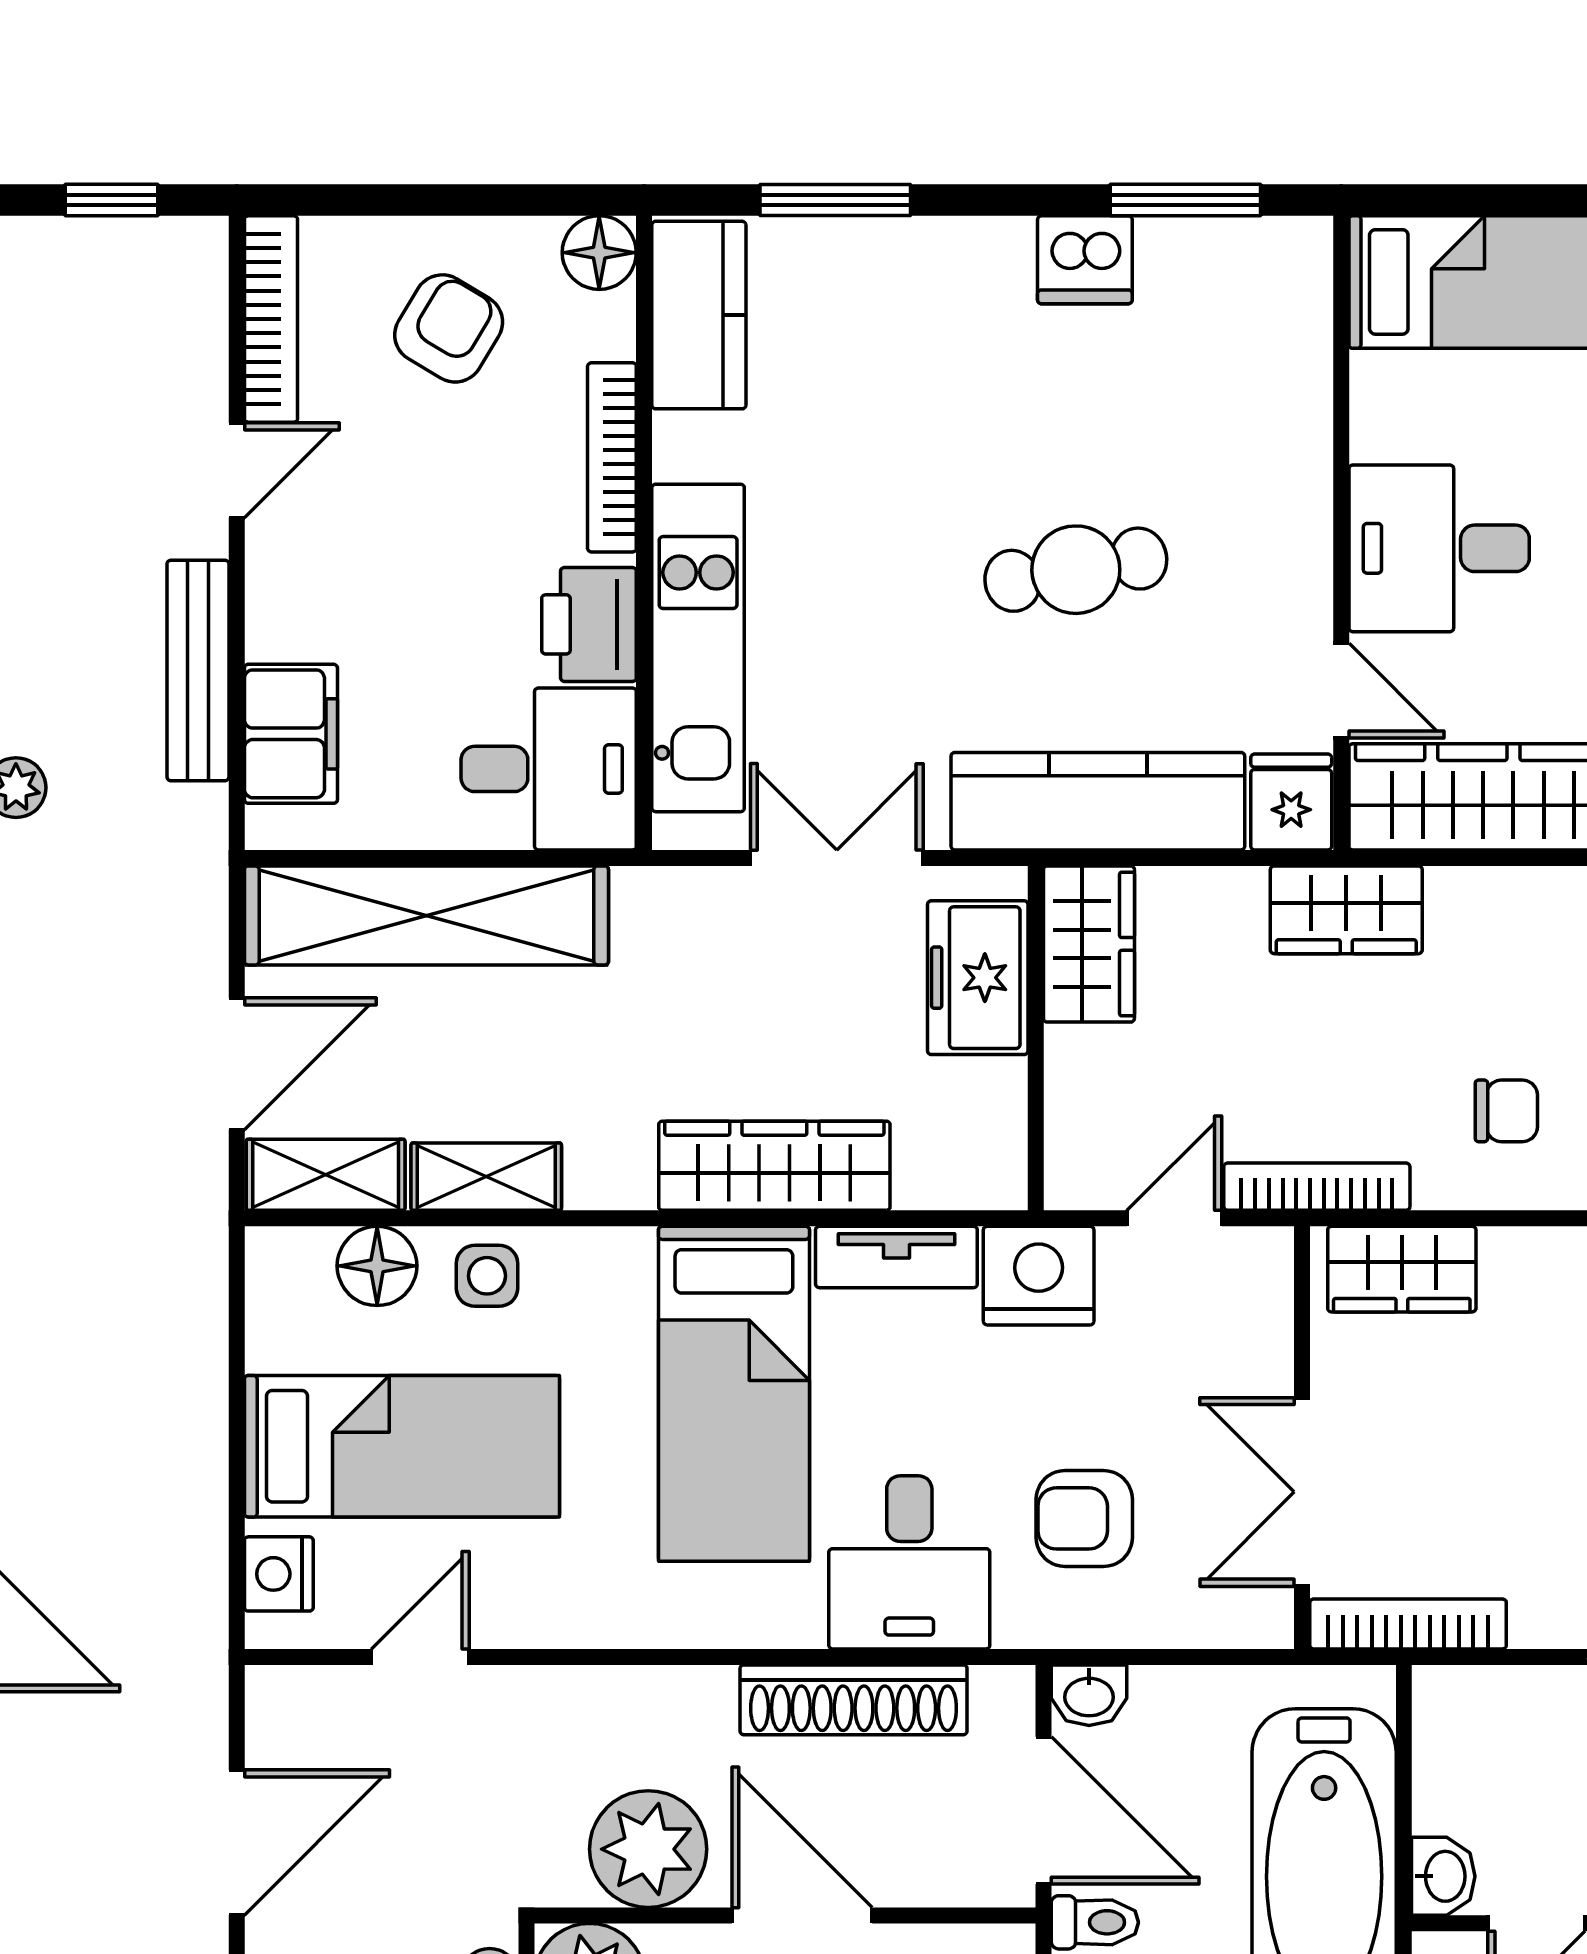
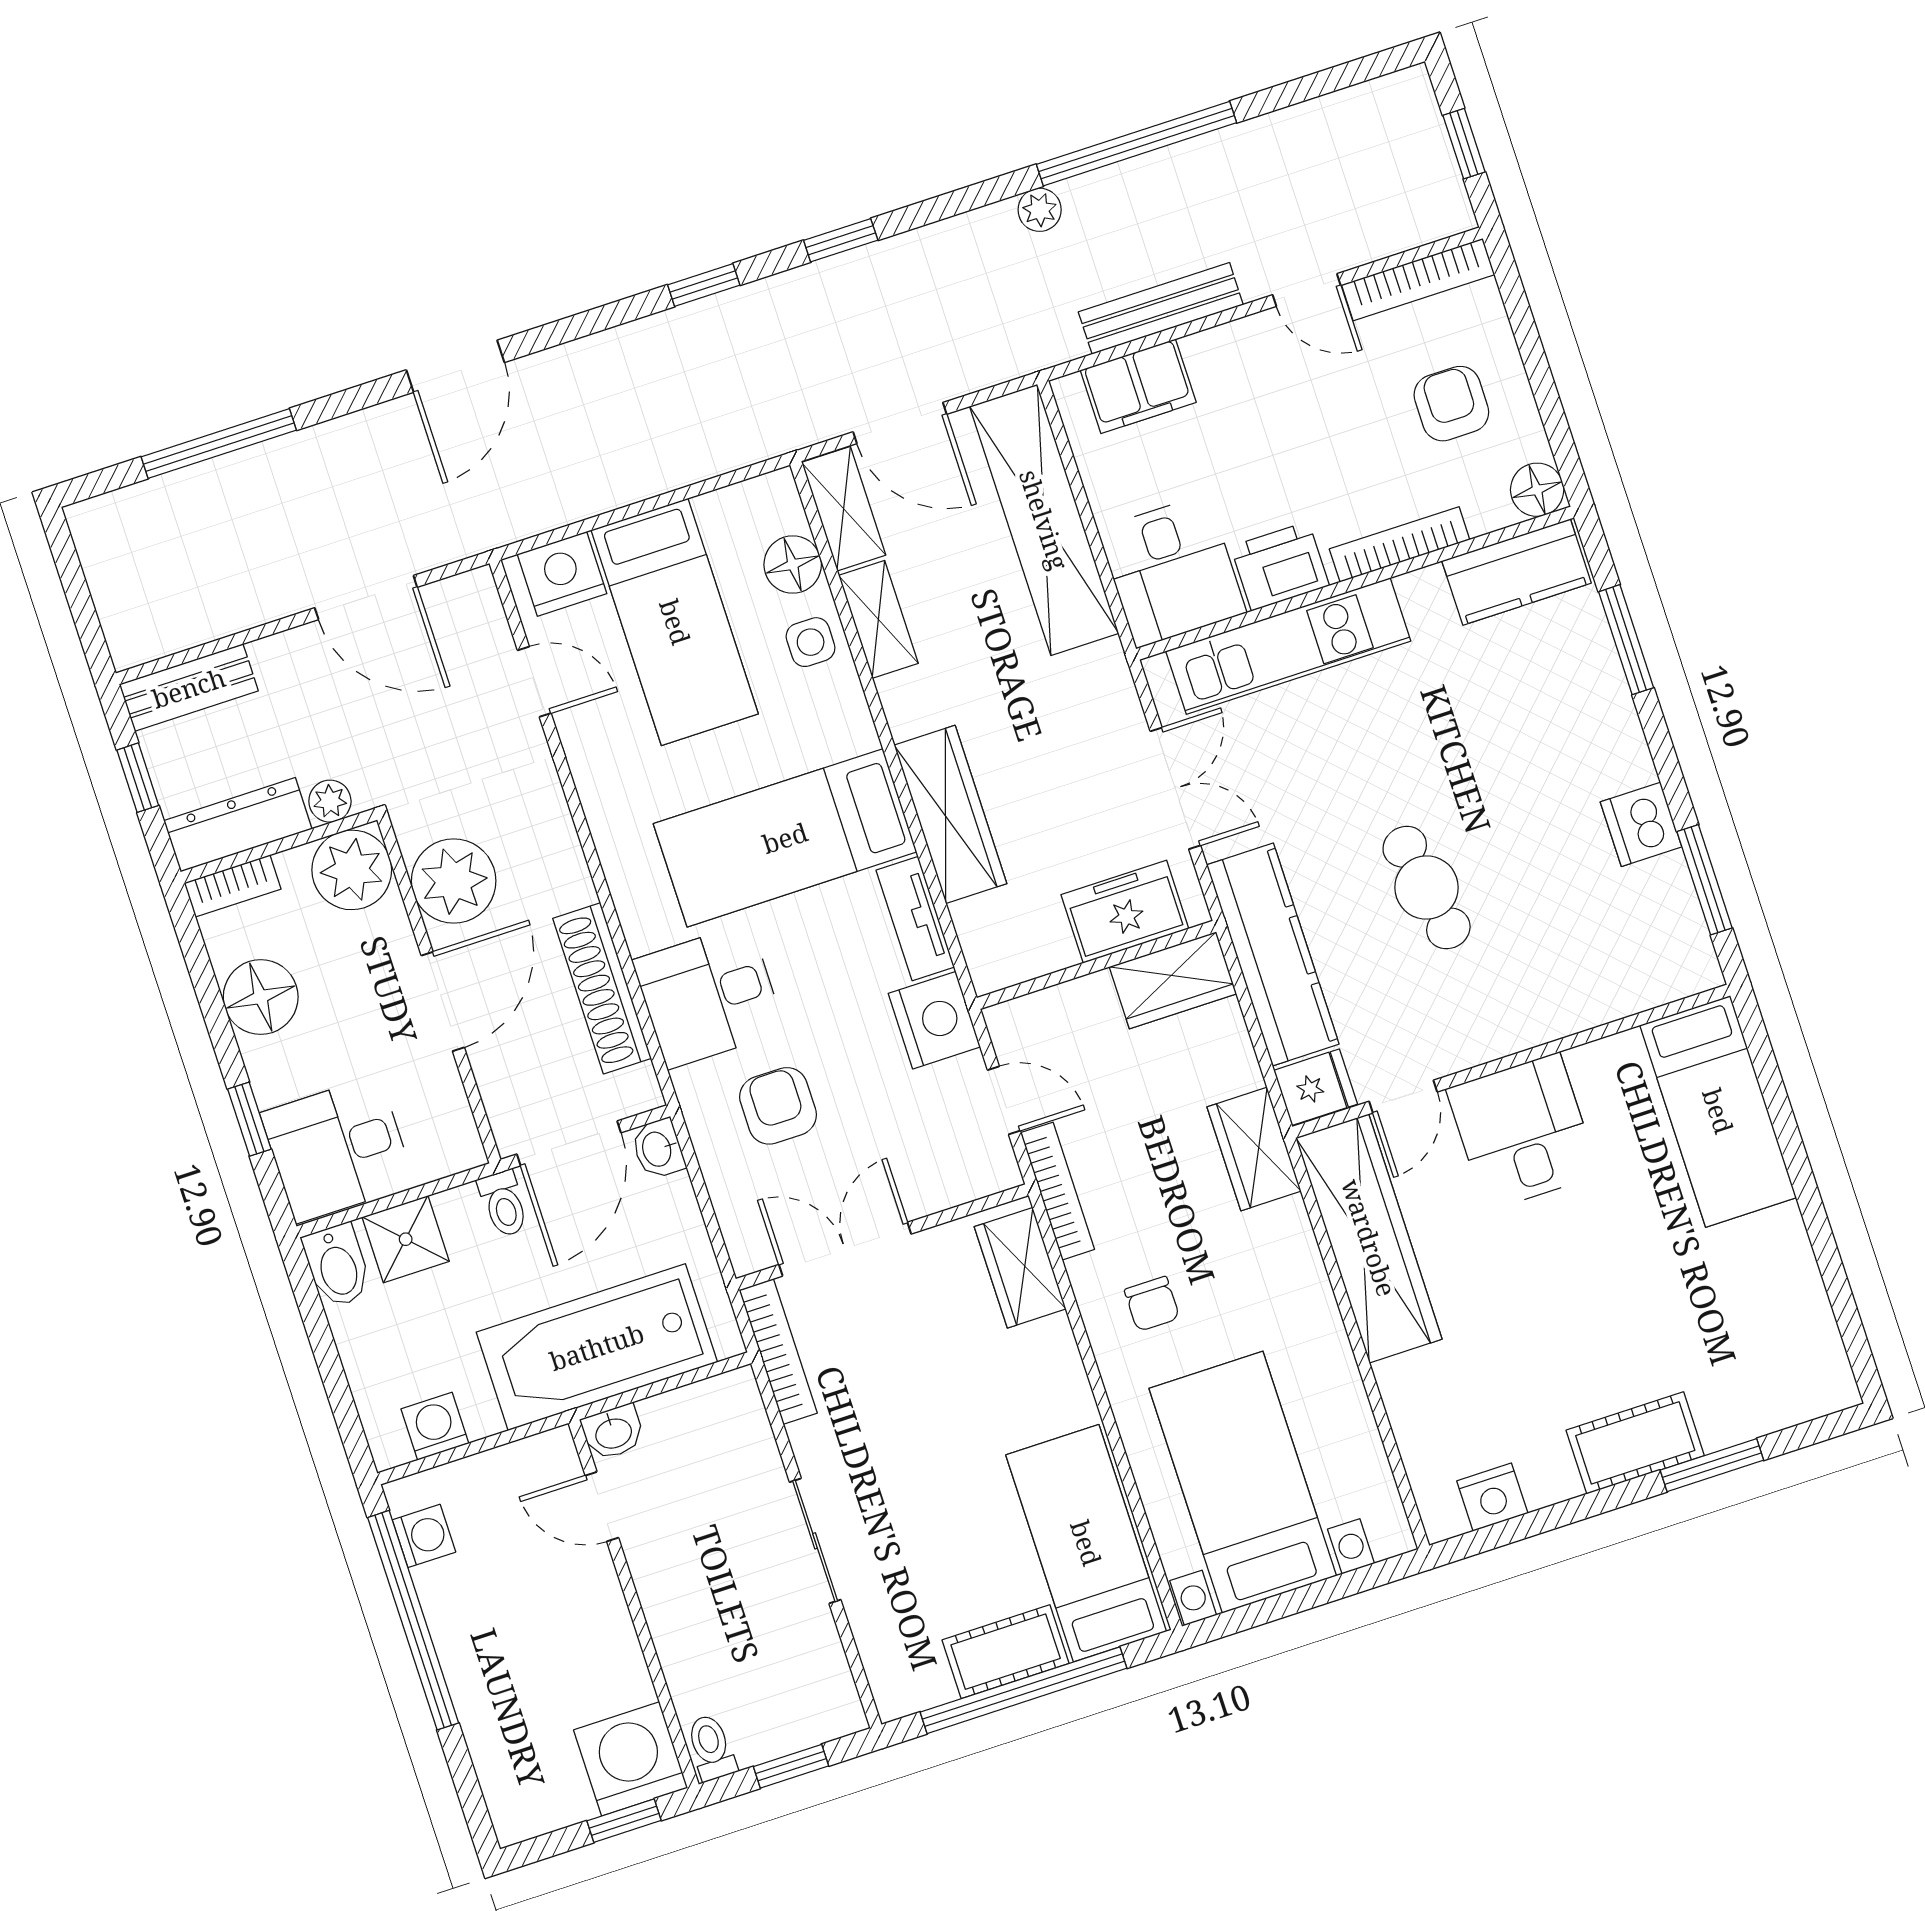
armchair: (449, 328) -> (1451, 404), turned -121
nightstand: (279, 1574) -> (562, 574), width x1.36, depth x1.33

